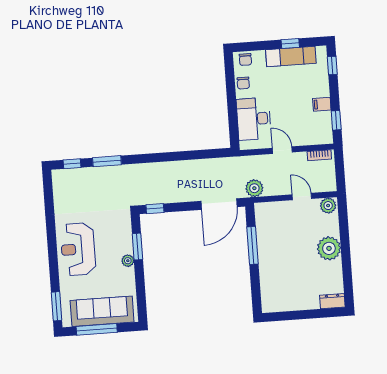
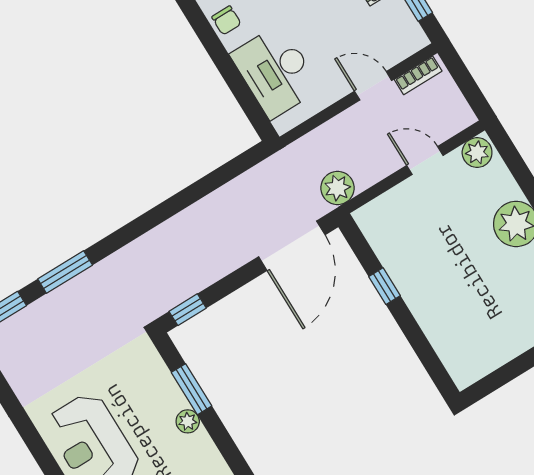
door: (282, 150) -> (373, 86), moved
window: (252, 245) -> (385, 286), width x0.46

